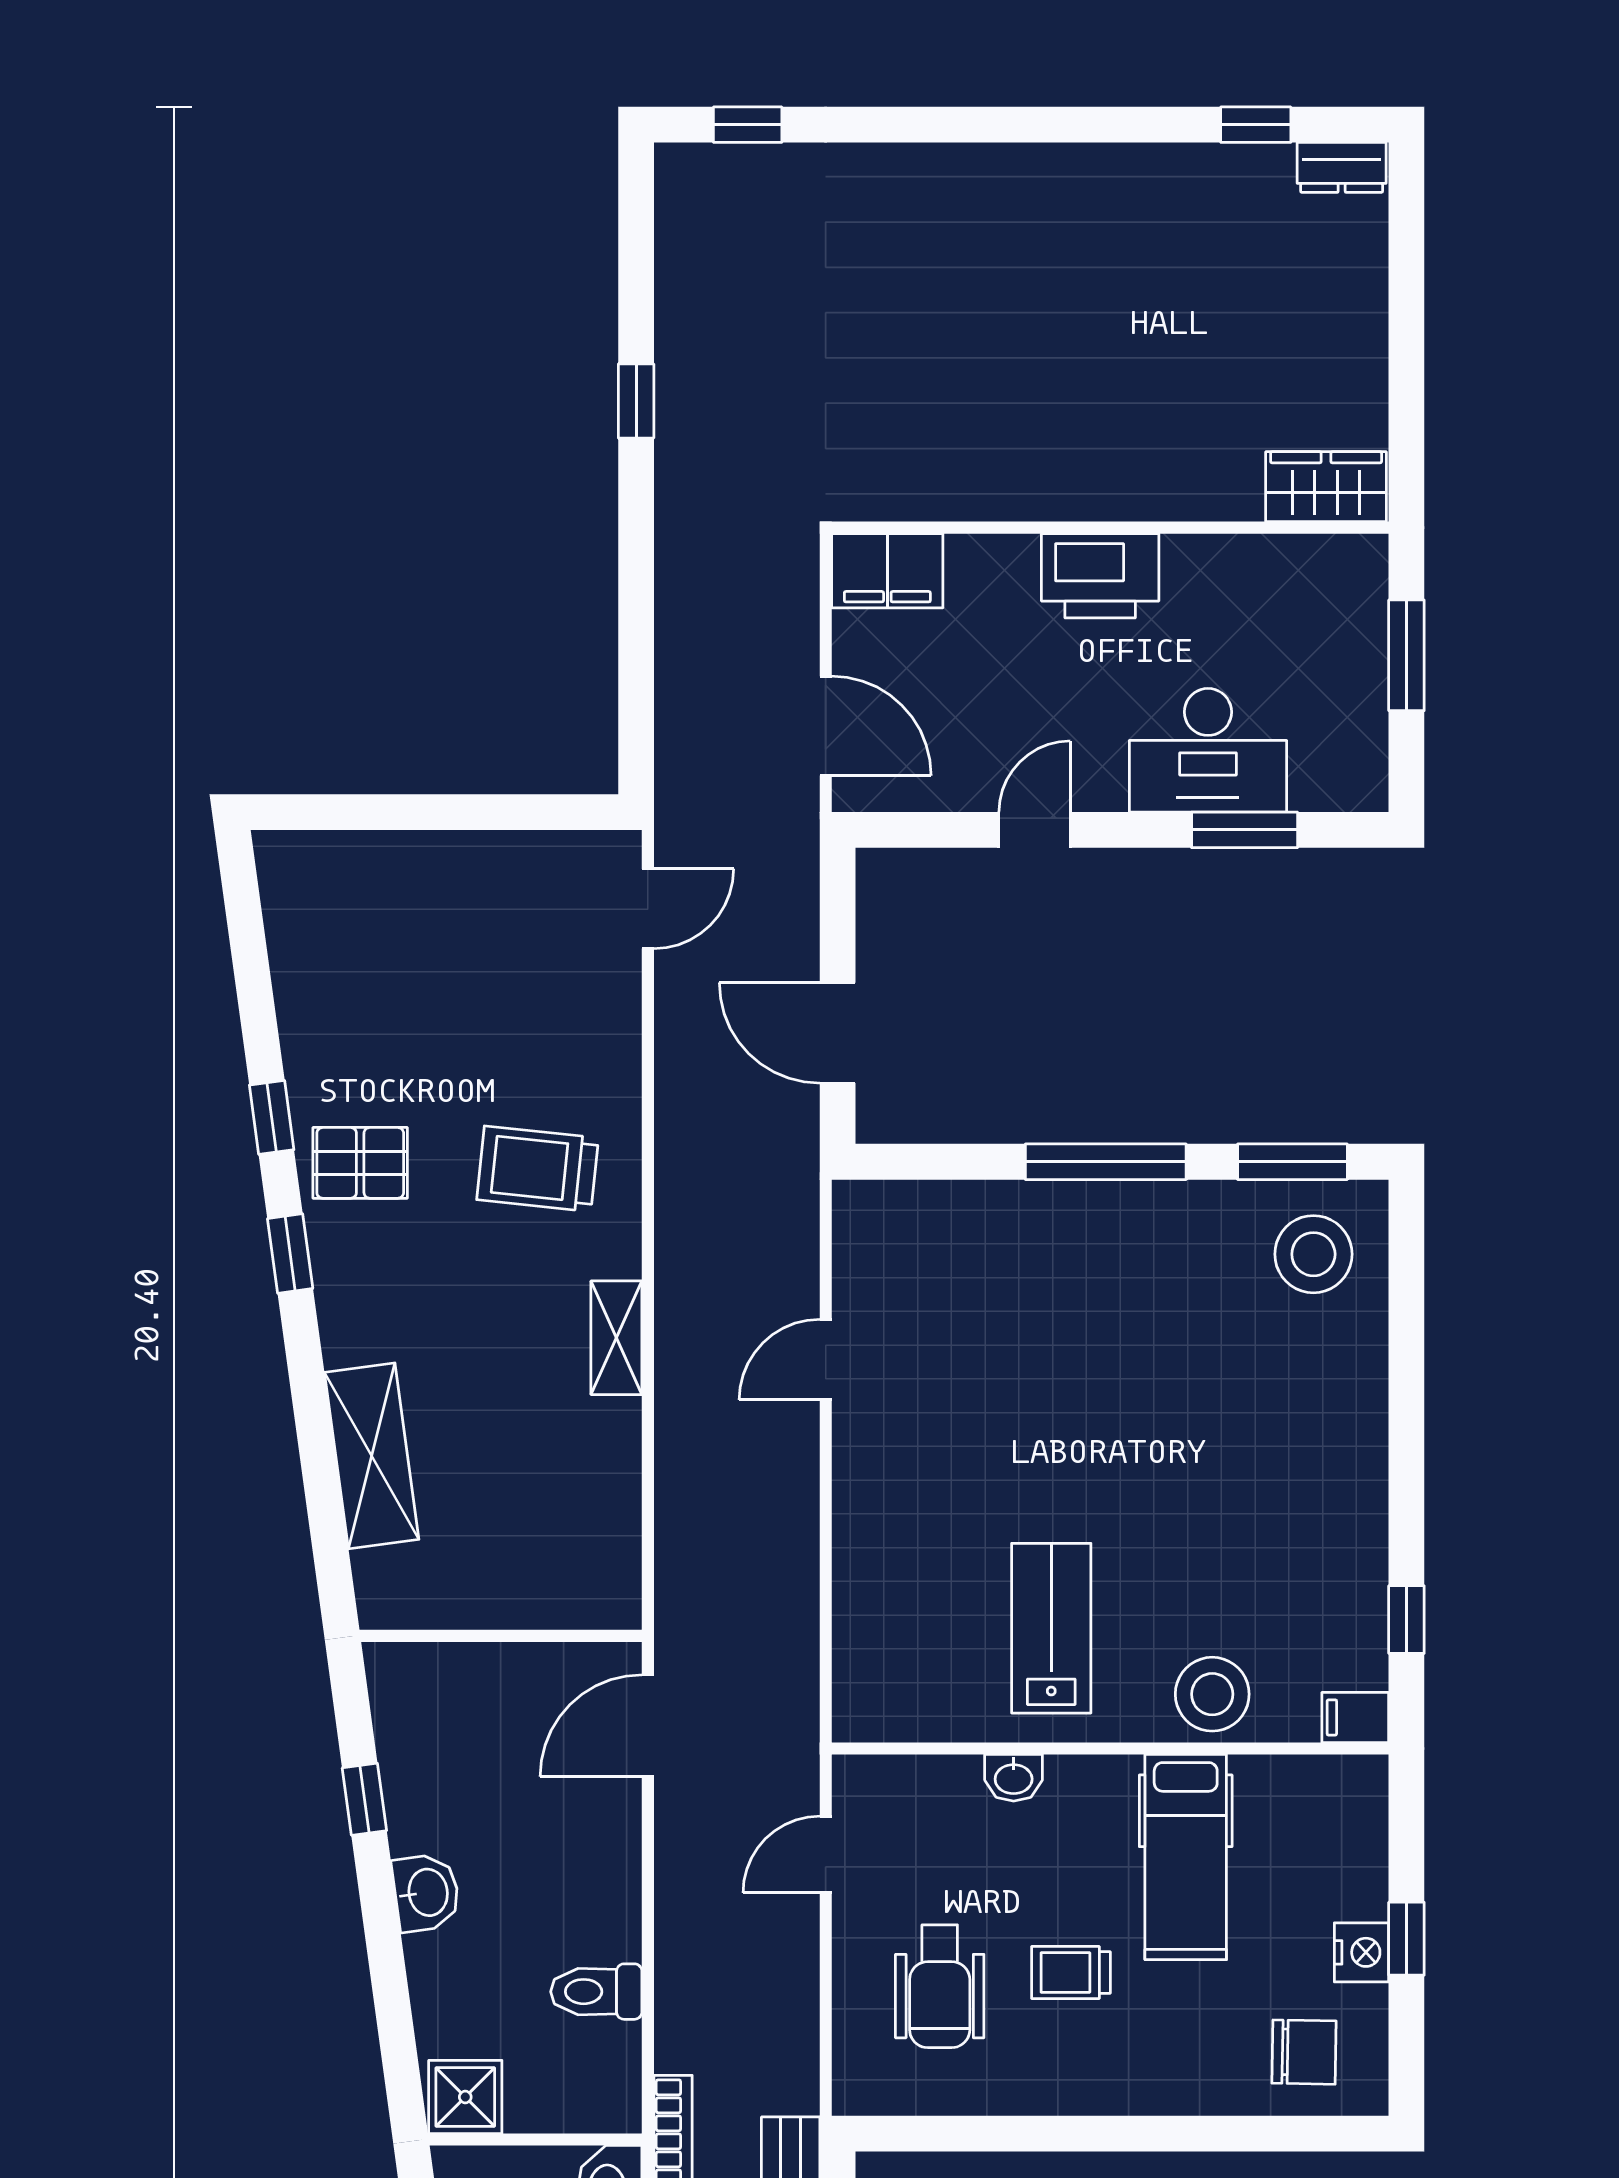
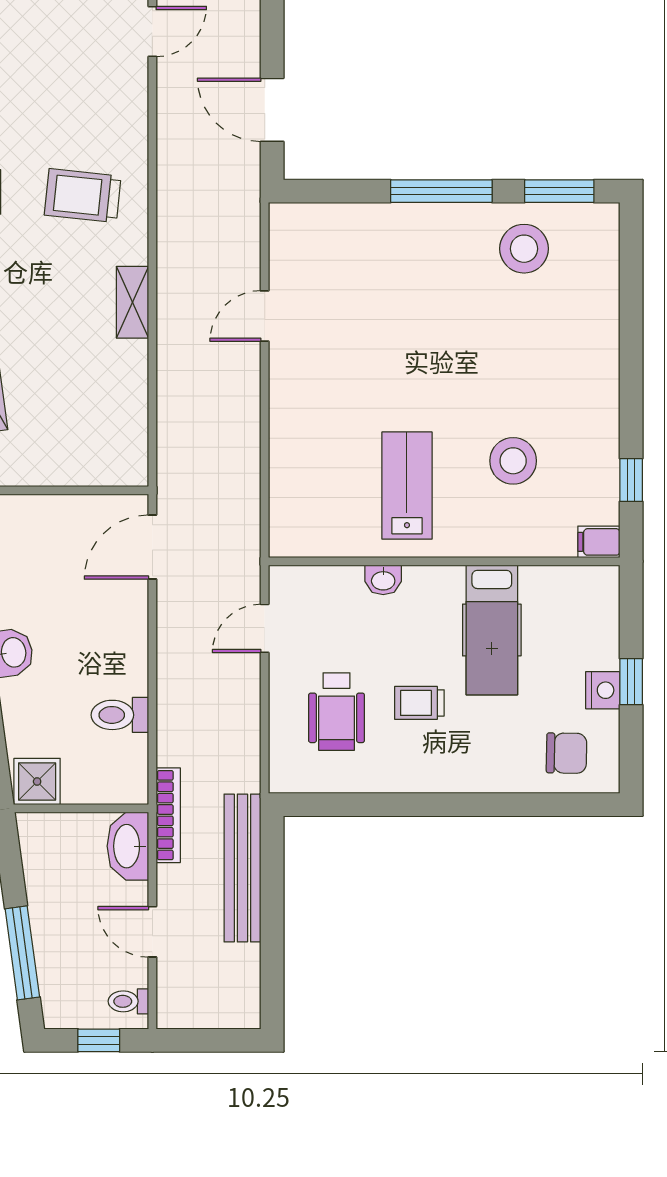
stool: (1313, 1254) -> (524, 249), moved
stool: (1212, 1694) -> (513, 461), moved

